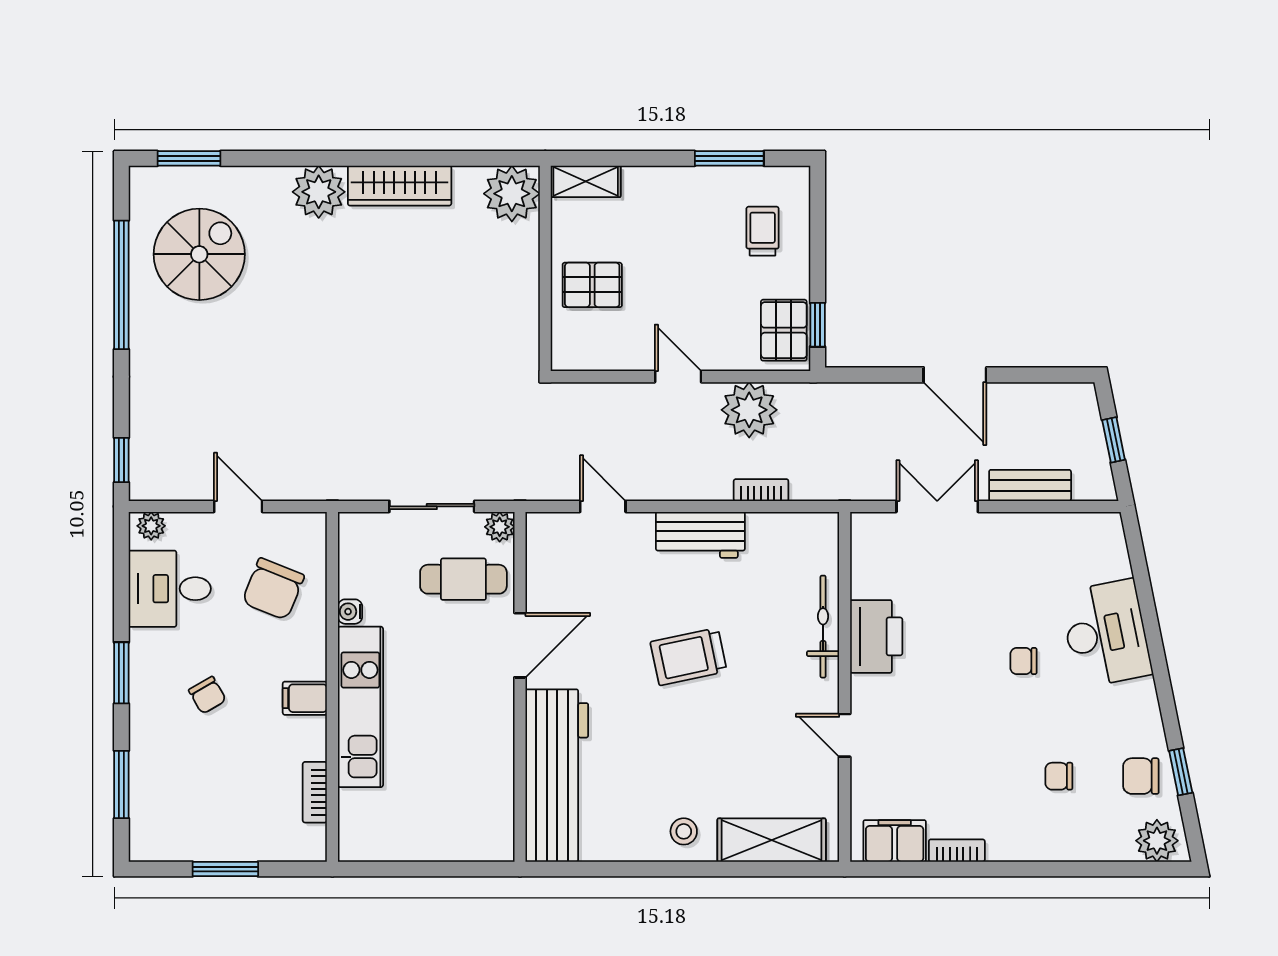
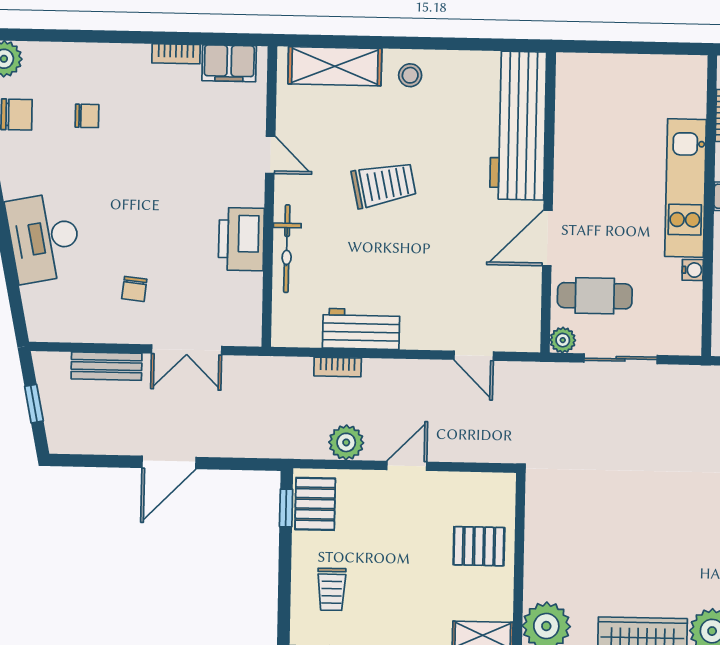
door: (955, 375) -> (169, 462), swing flipped
door: (678, 377) -> (407, 466), swing flipped
plant: (749, 410) -> (346, 442), width x0.73, depth x0.73
workbench: (700, 535) -> (361, 329), moved
trolley: (689, 657) -> (384, 185), moved
chair: (1023, 661) -> (134, 289), moved, turned 96

